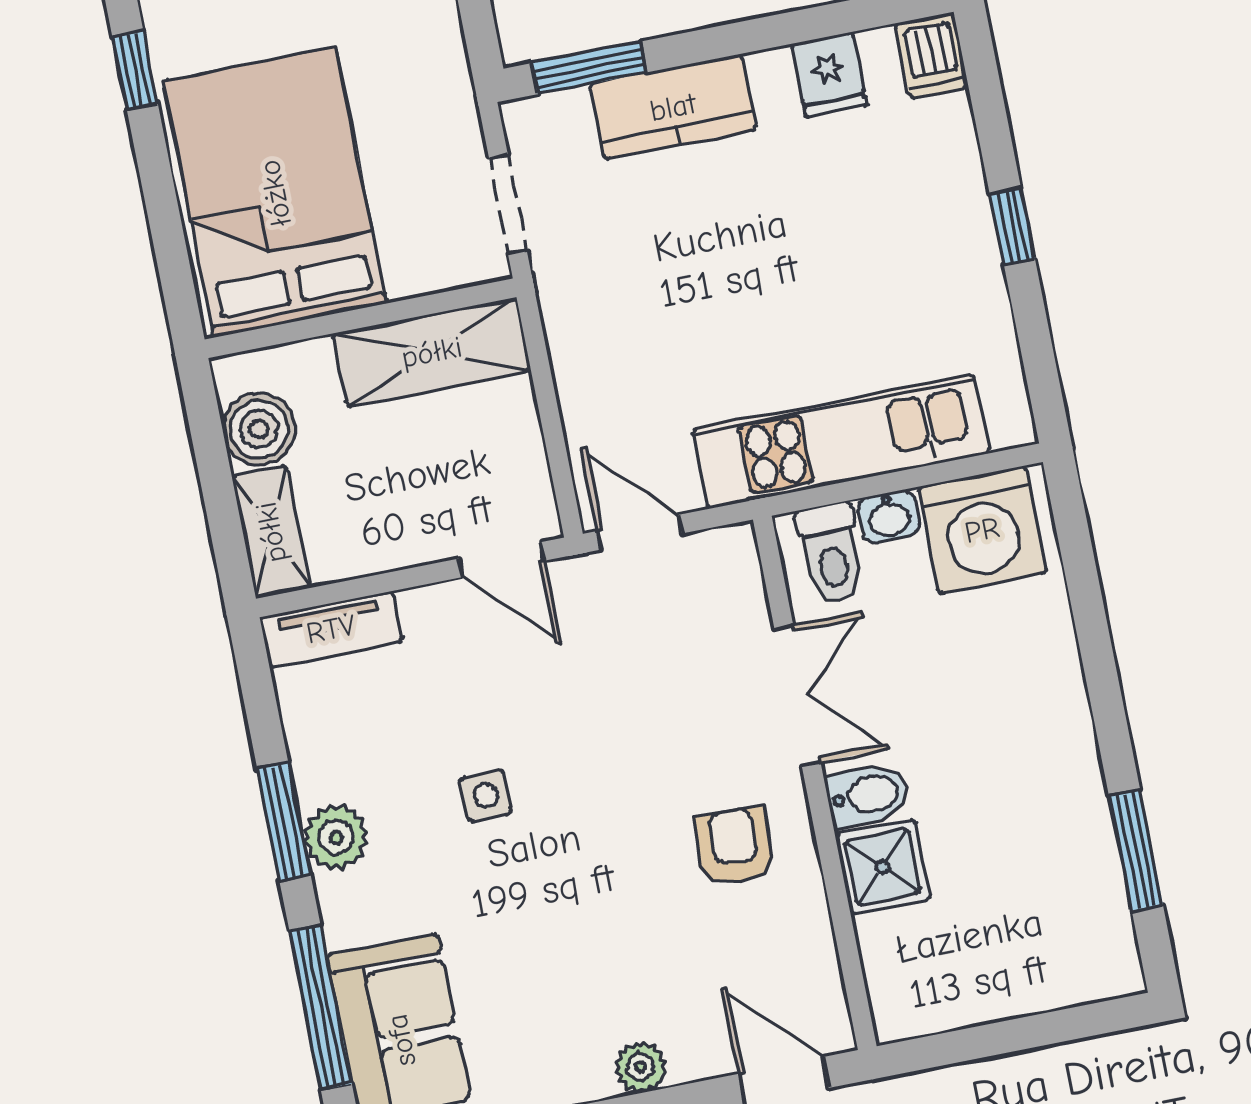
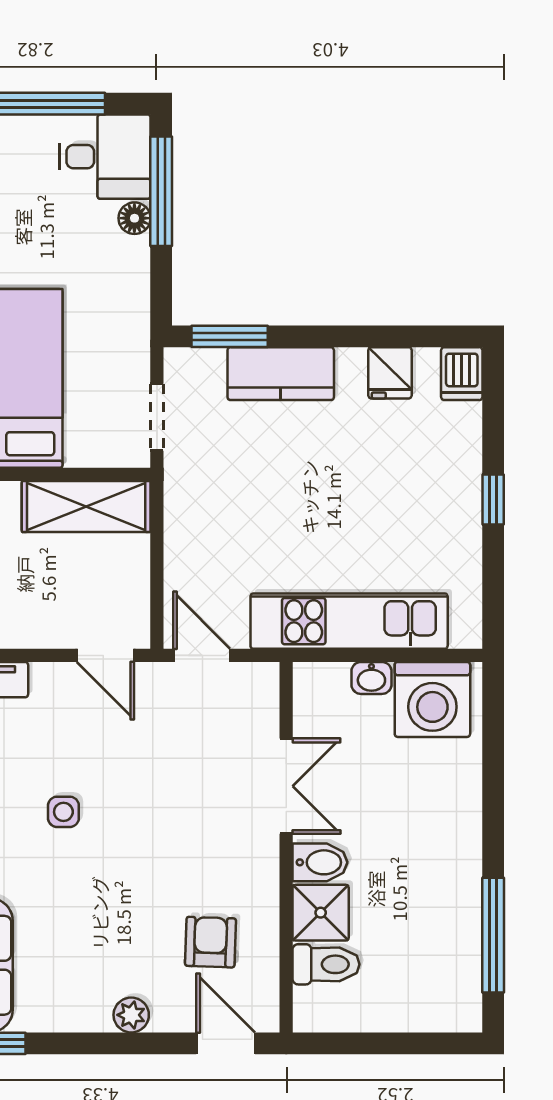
toilet: (831, 553) -> (326, 964), moved, turned -90
armchair: (734, 846) -> (210, 942), moved
window: (1136, 850) -> (493, 935), width x1.44

